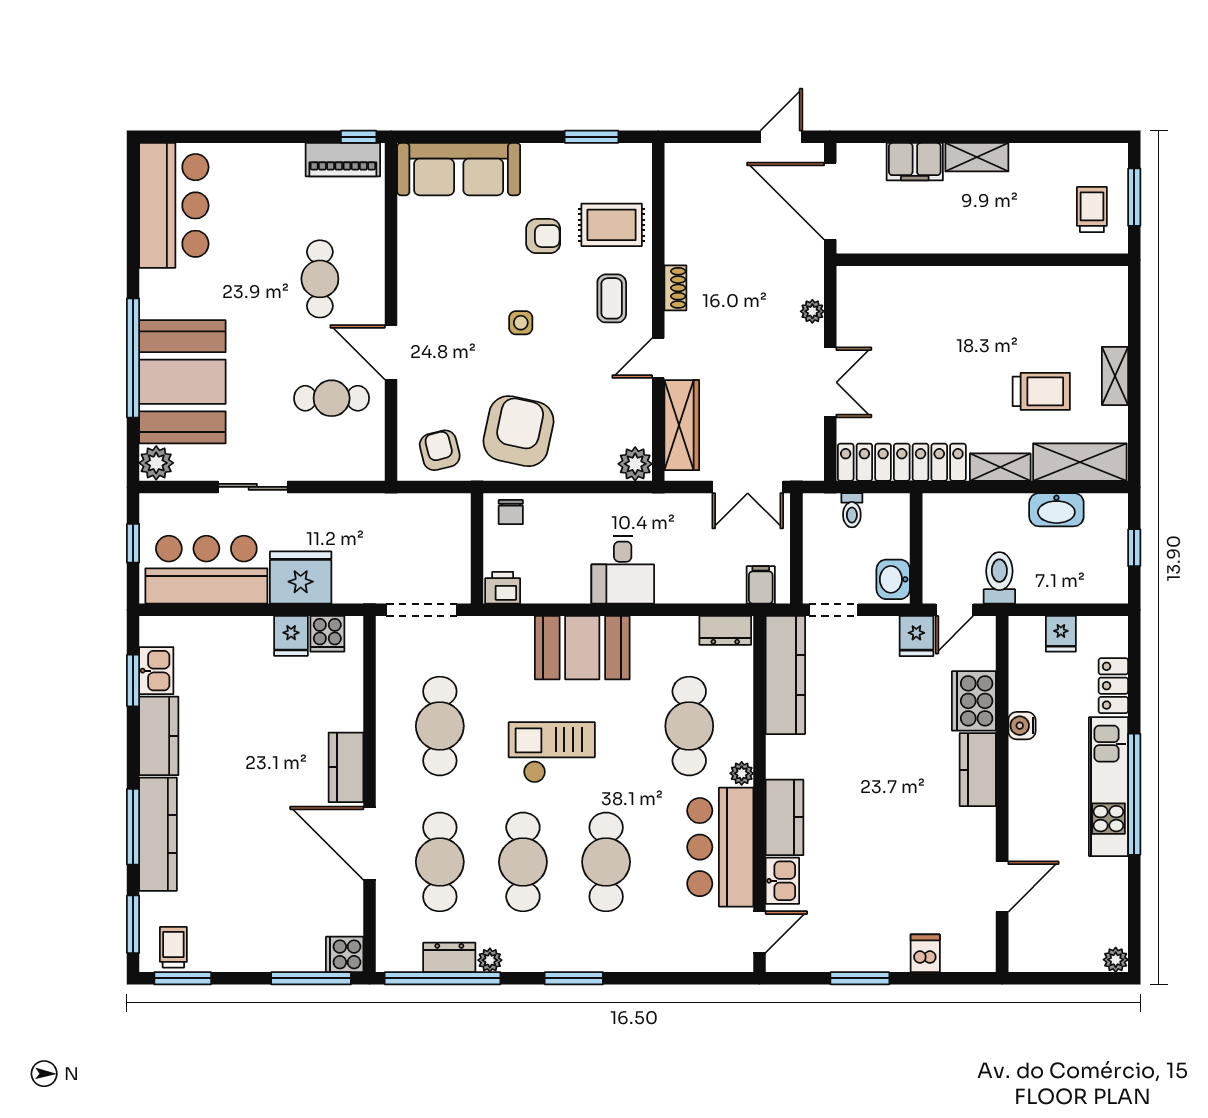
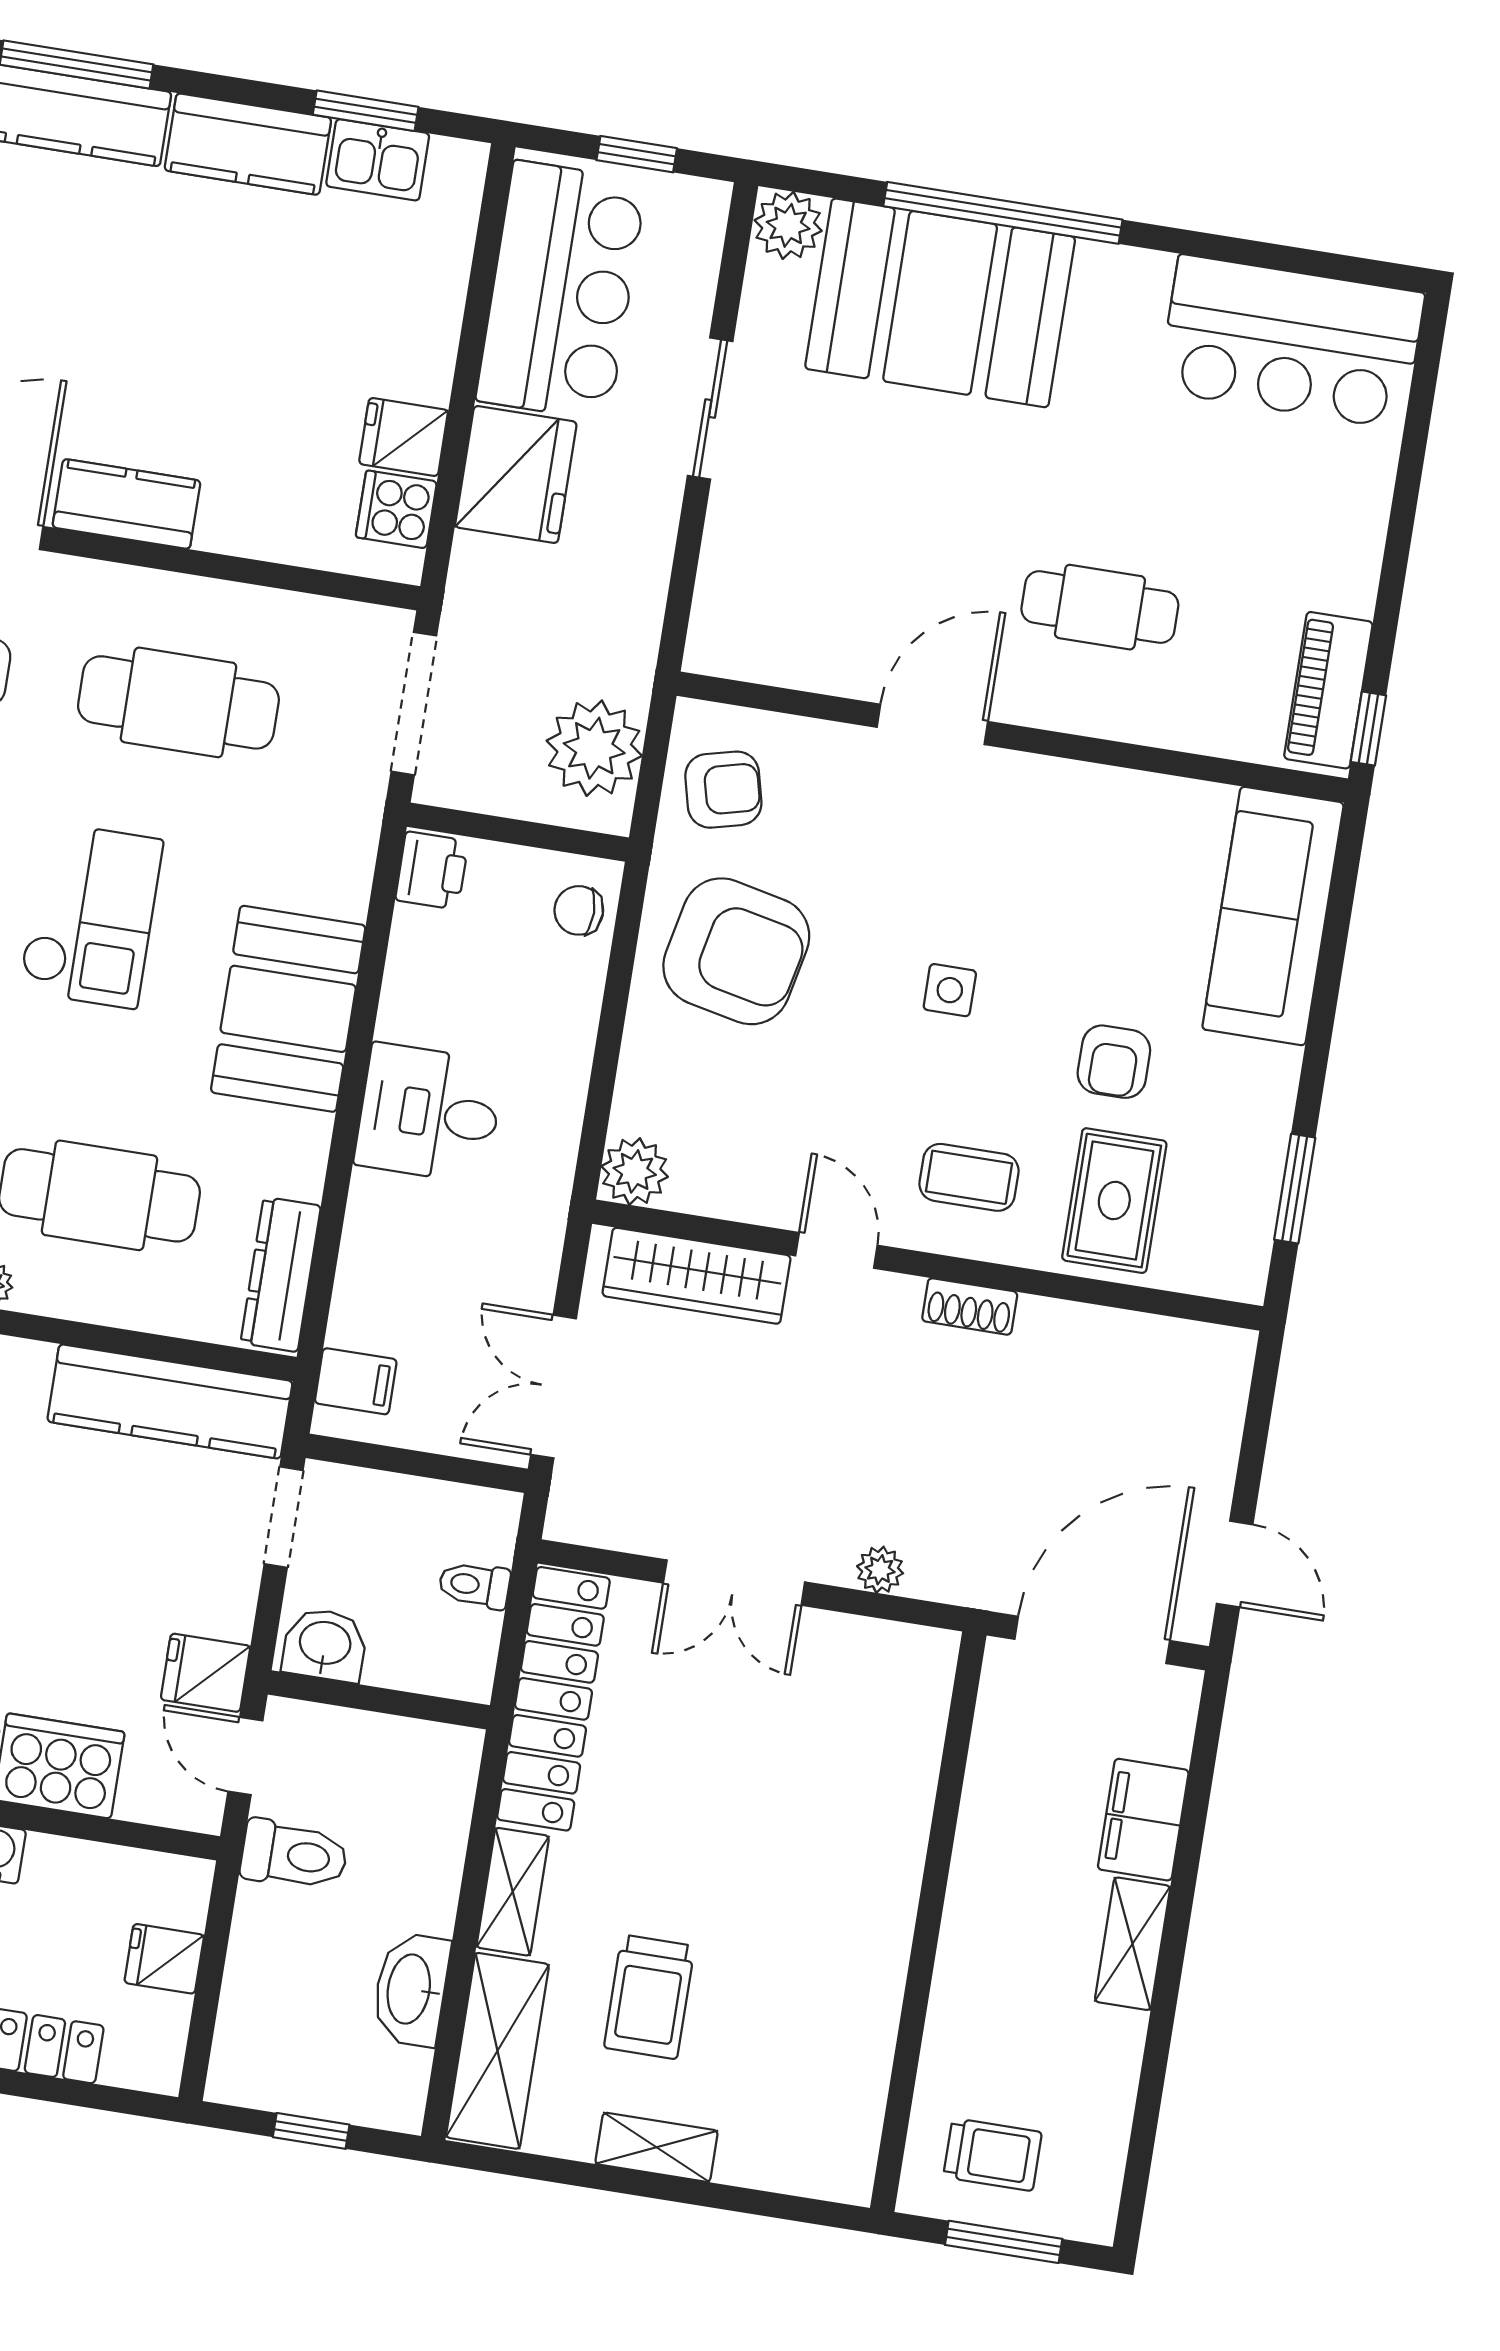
cafe table: (332, 398) -> (860, 592), removed
plant: (430, 517) -> (594, 748), added
dresser: (725, 630) -> (281, 1274), width x1.44

